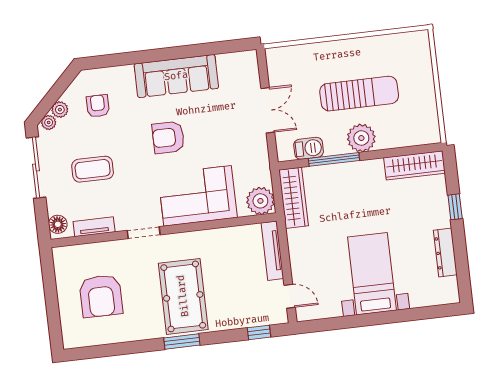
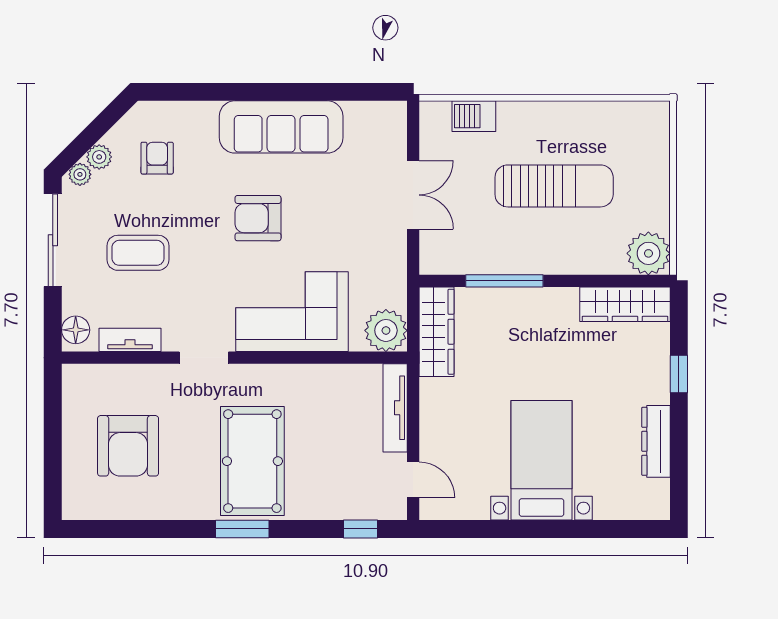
plant: (361, 138) -> (648, 253), moved
barbecue: (309, 148) -> (474, 116), moved, turned 180

